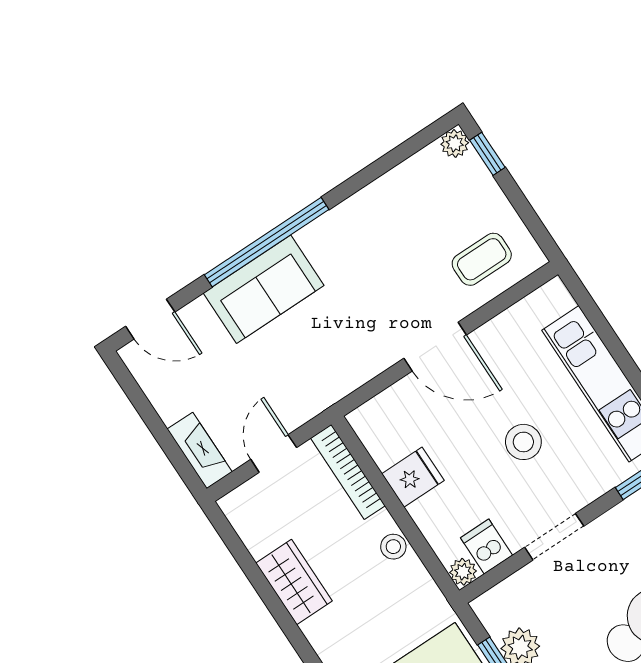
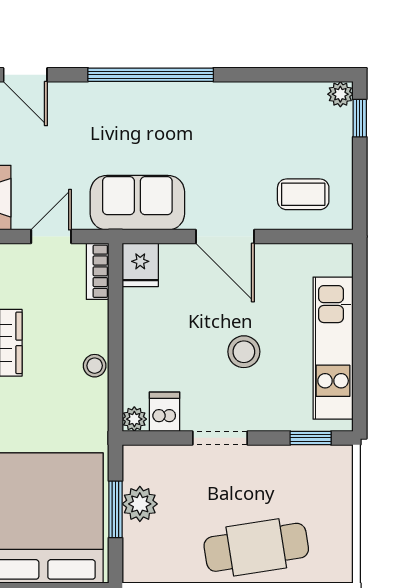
sofa: (264, 289) -> (137, 203), moved, turned 180
bookcase: (348, 472) -> (98, 271), width x0.64
fridge: (413, 477) -> (140, 265), moved, turned 90

